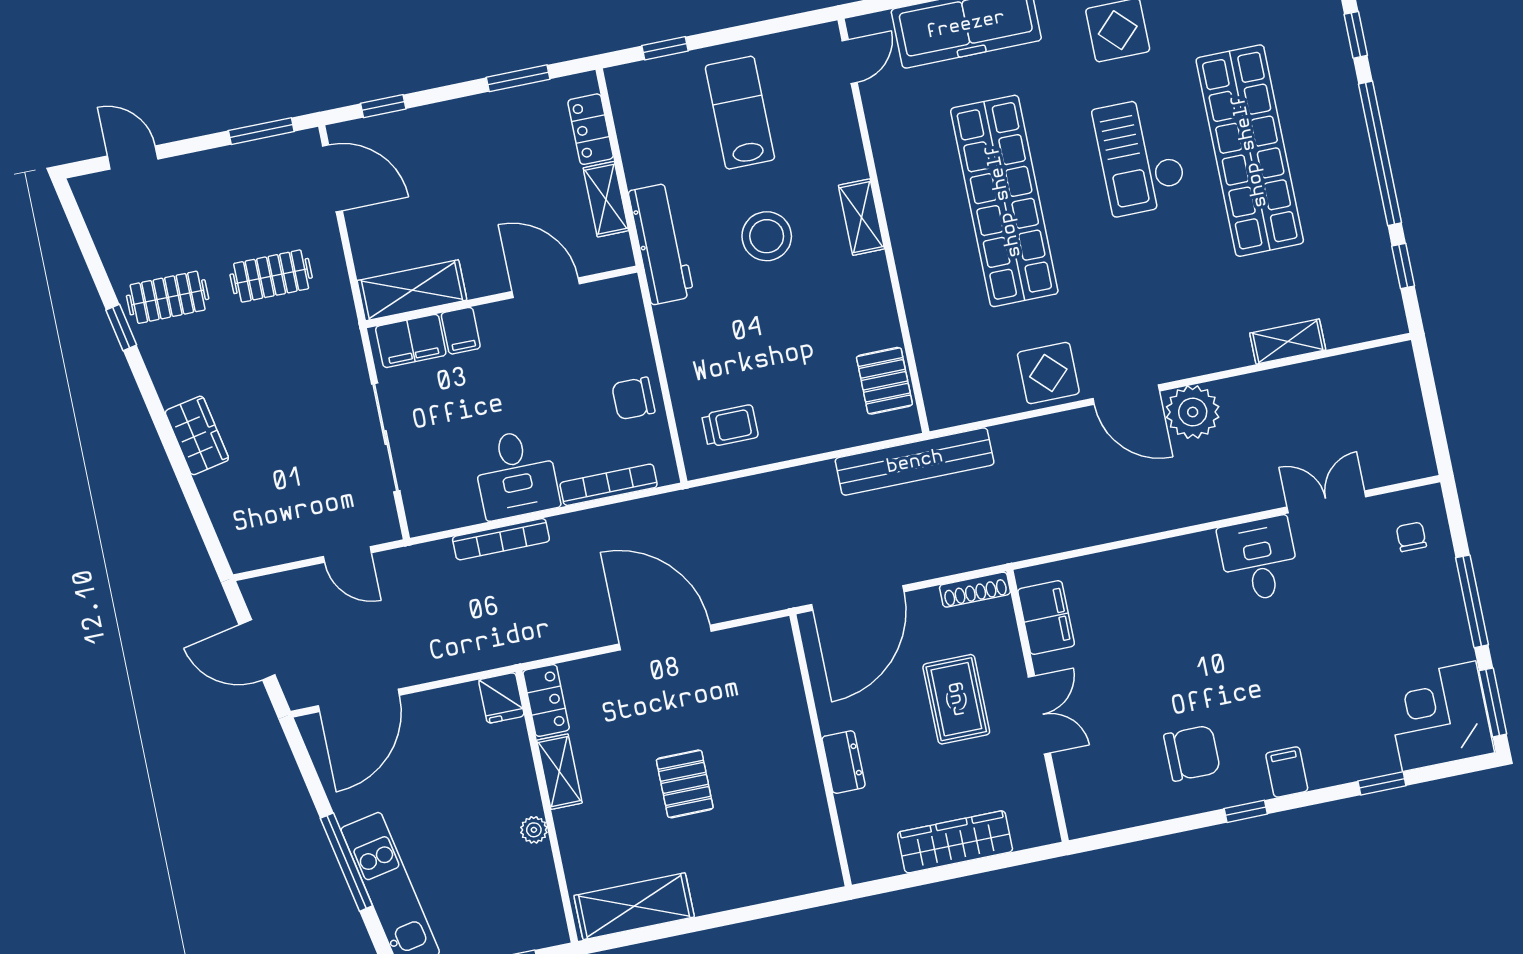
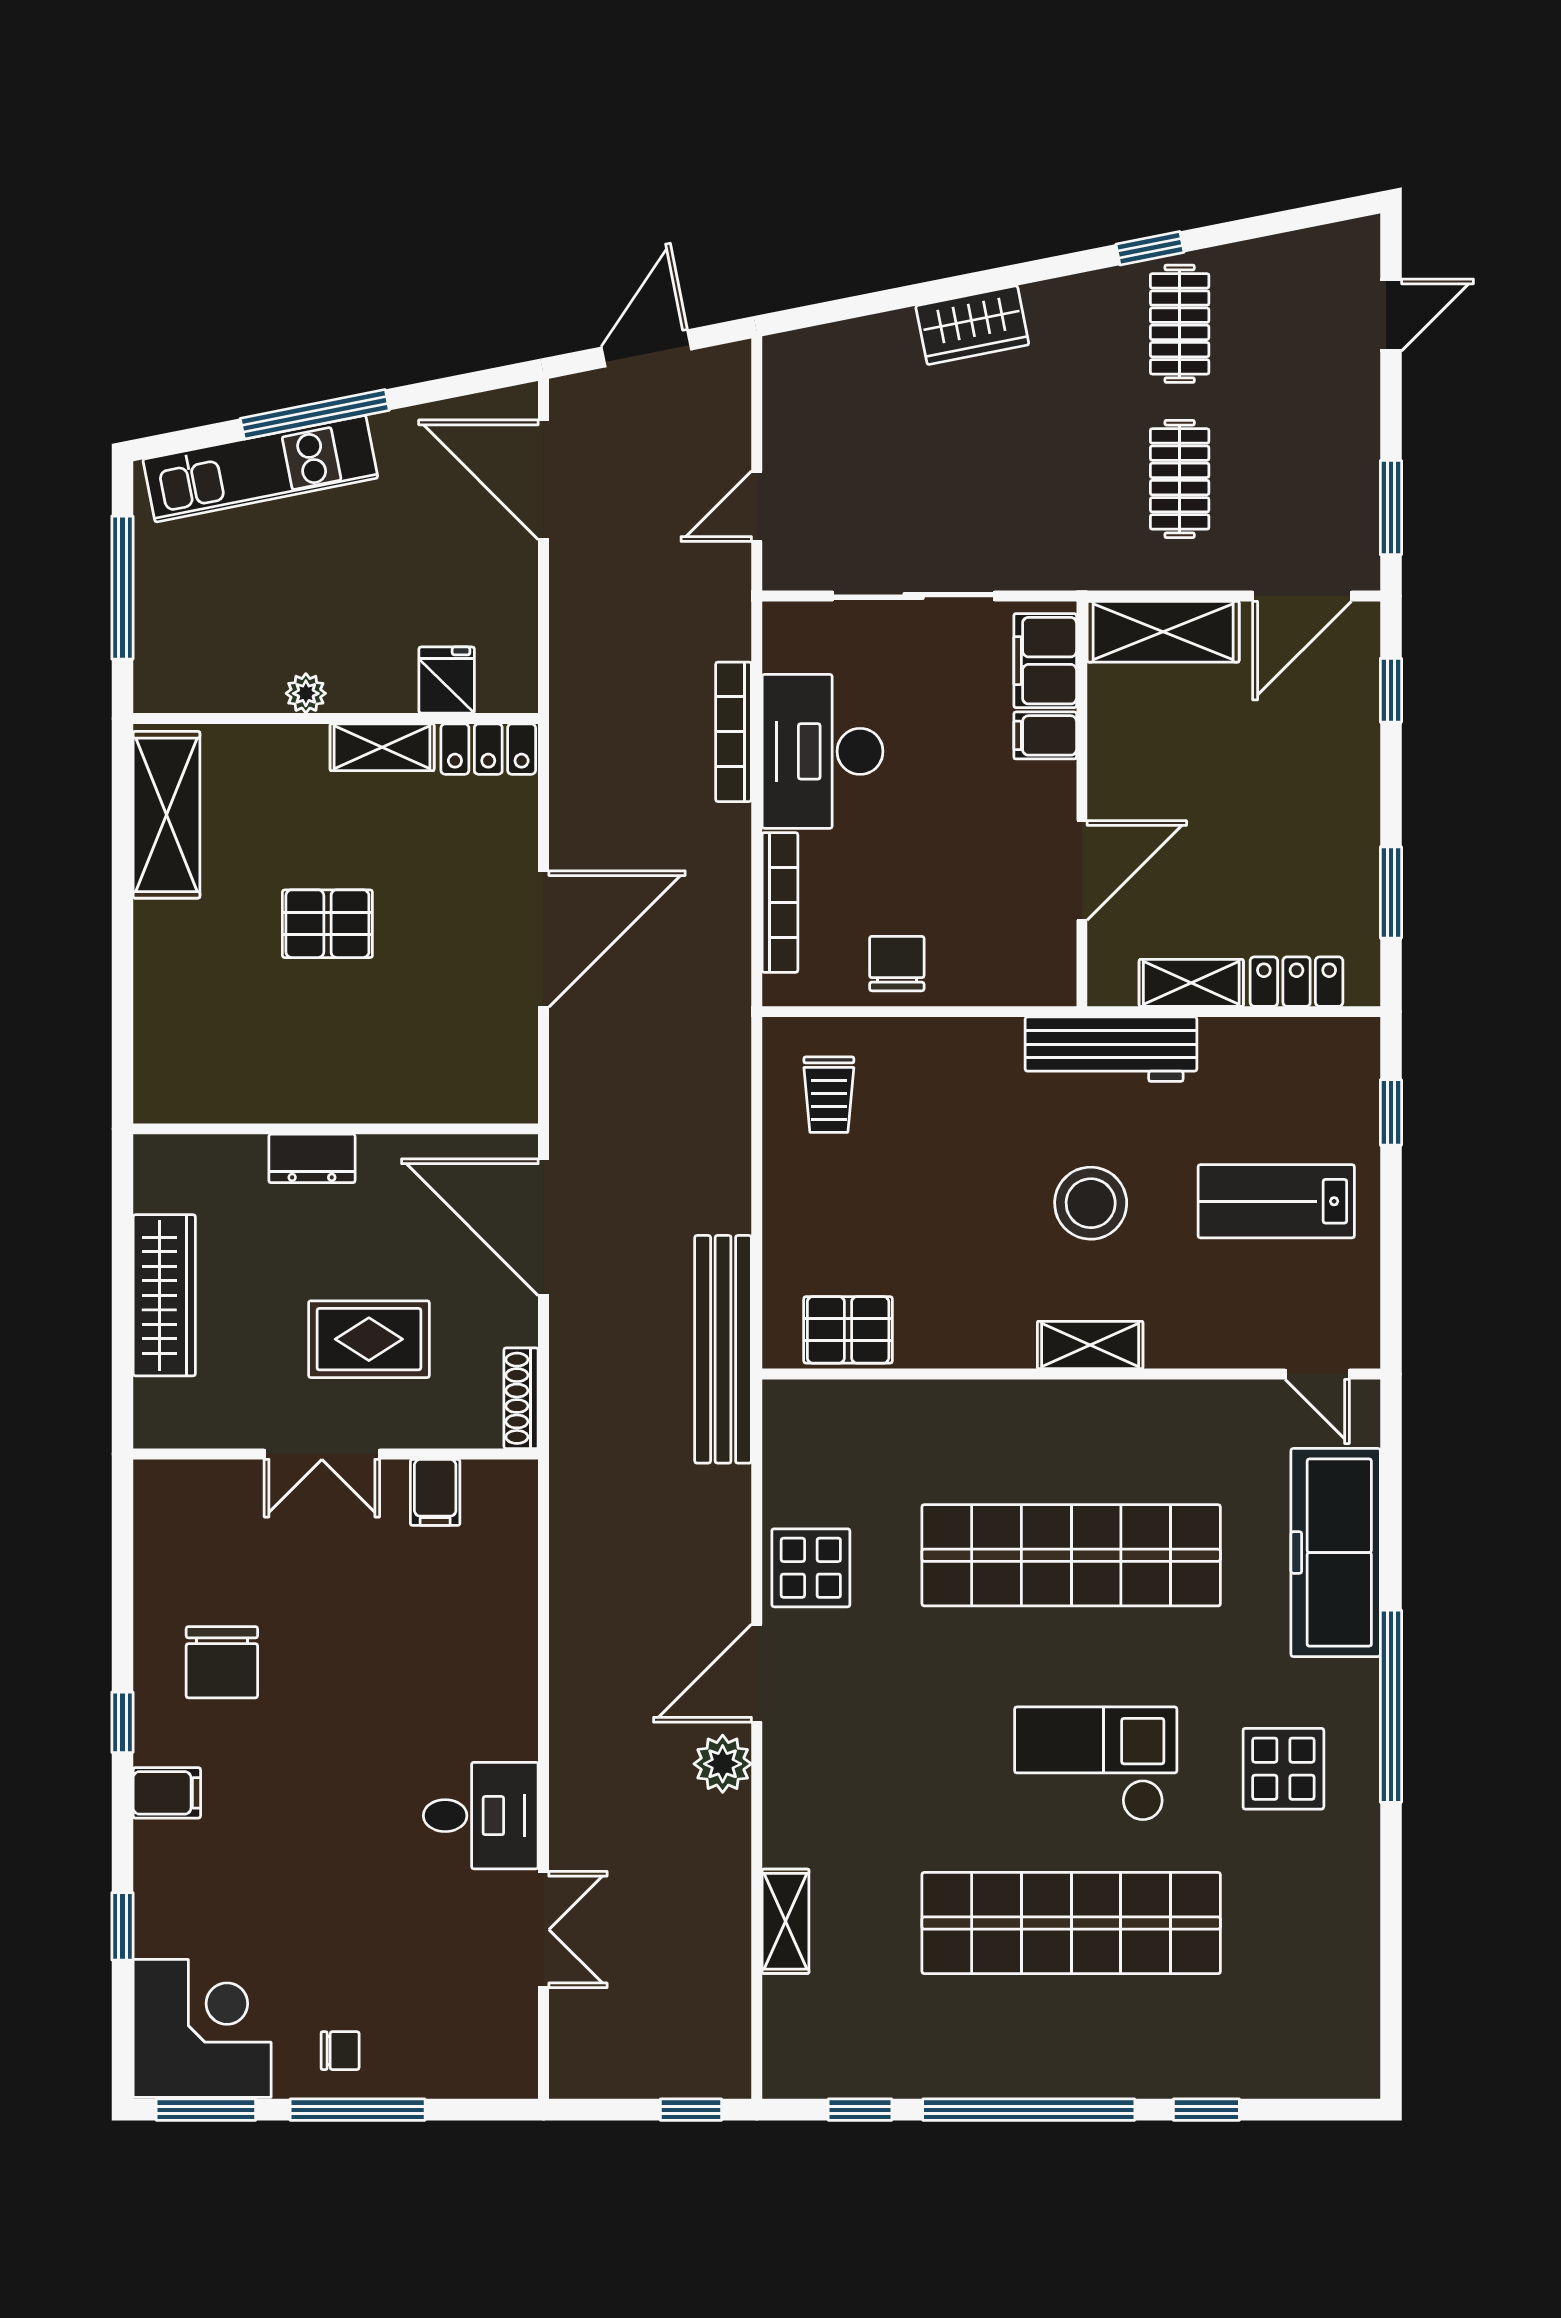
lab bench: (740, 113) -> (1276, 1201), turned 180
shelving: (412, 290) -> (1163, 632), moved, turned 90
window: (1426, 379) -> (691, 2110), added
plant: (1193, 412) -> (723, 1764), width x0.73, depth x0.73
desk: (516, 474) -> (823, 751), width x1.37
chair: (1411, 537) -> (340, 2051), moved
filing cabinet: (1046, 618) -> (435, 1492), width x0.50
fridge: (501, 698) -> (447, 680), moved, turned 90

